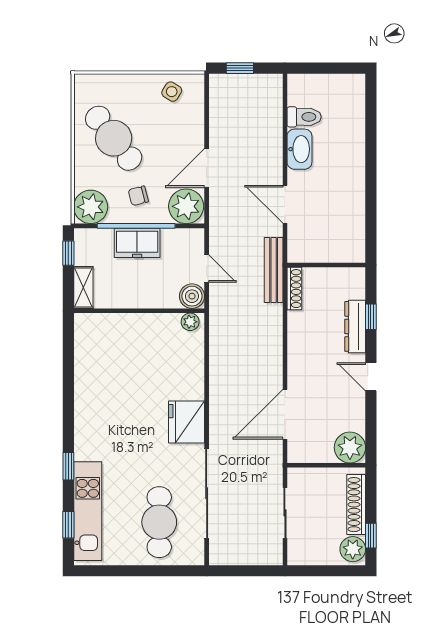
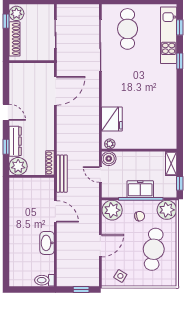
toilet: (304, 117) -> (44, 280), moved
cafe table: (114, 138) -> (154, 249), turned 46
door: (207, 168) -> (100, 246), moved
fridge: (187, 422) -> (112, 119), moved
plant: (350, 448) -> (18, 166), moved

